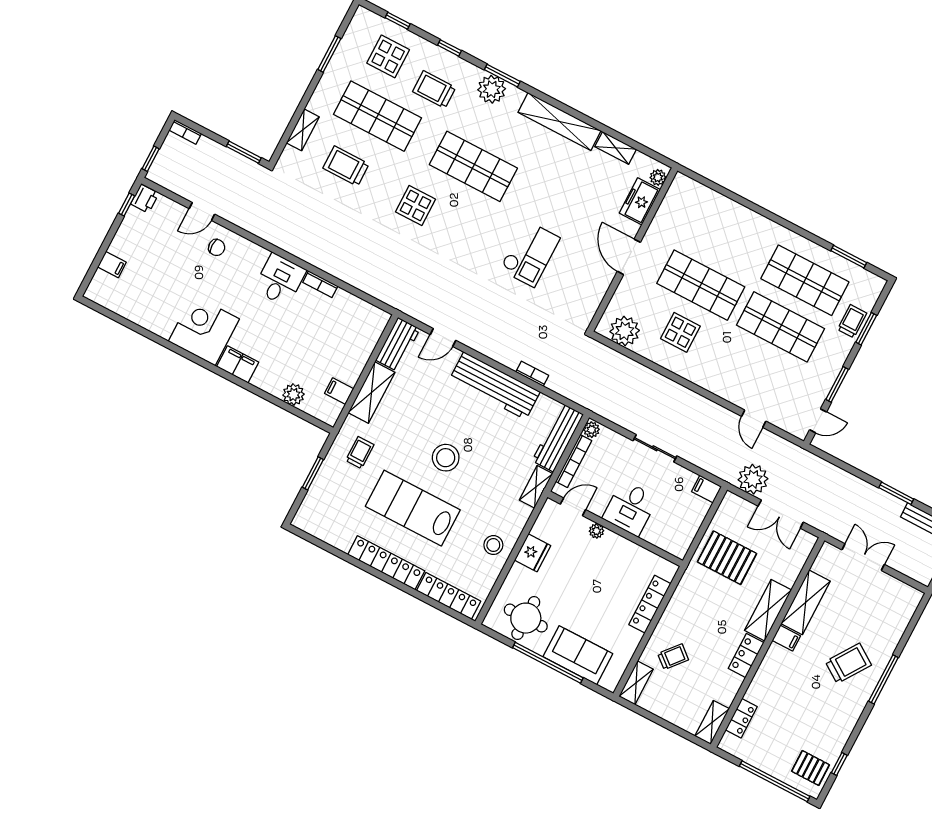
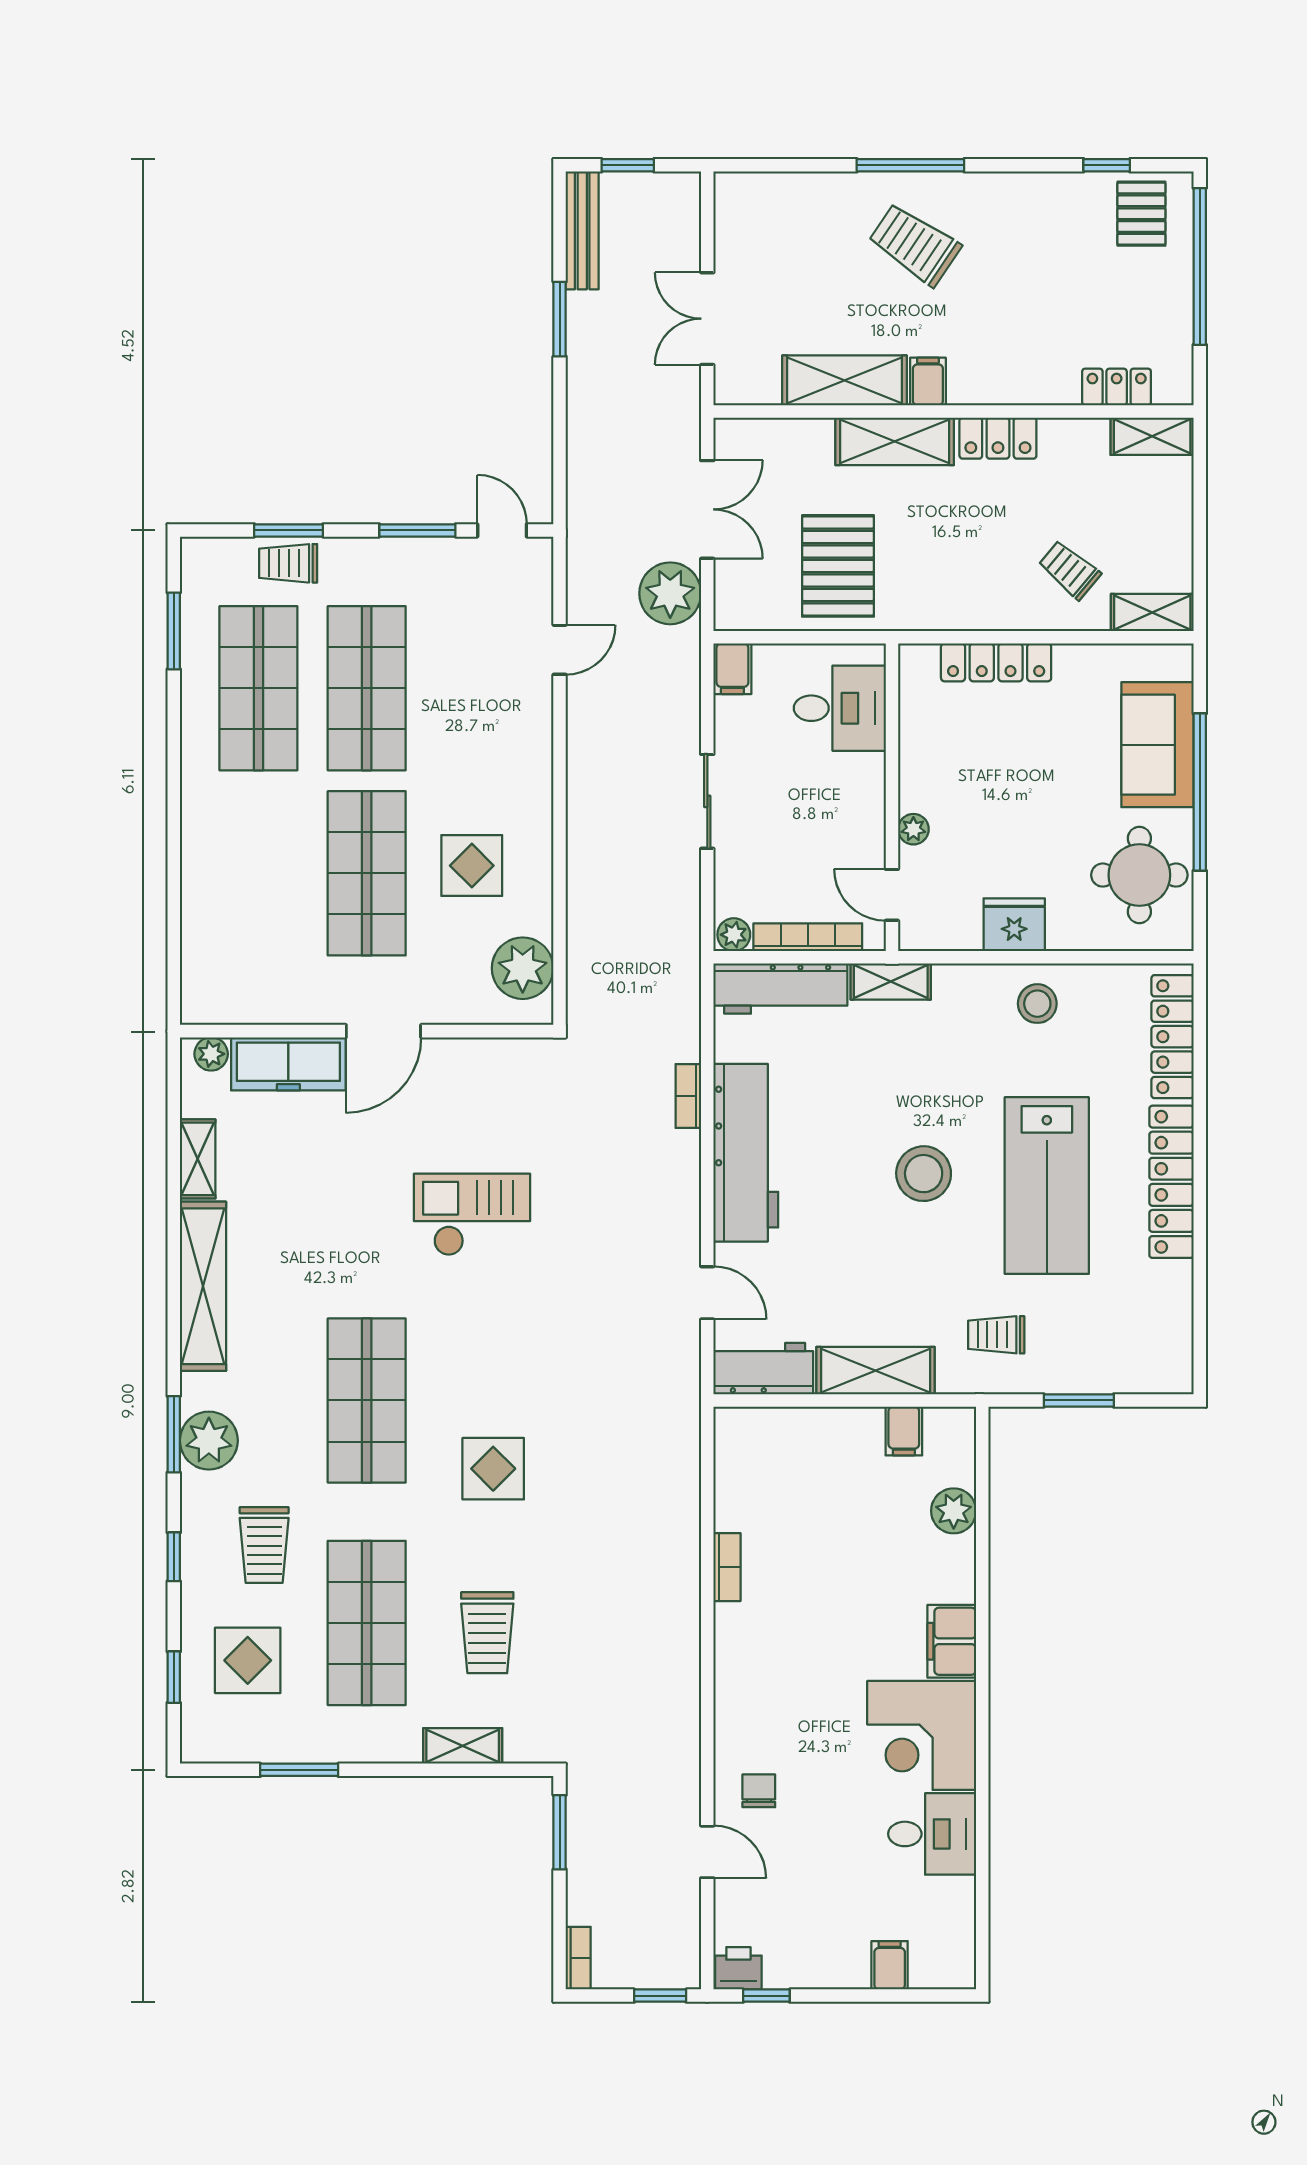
freezer: (640, 201) -> (288, 1064), width x1.40
desk: (280, 280) -> (932, 1834), moved, turned 180
desk: (630, 508) -> (840, 708), moved

